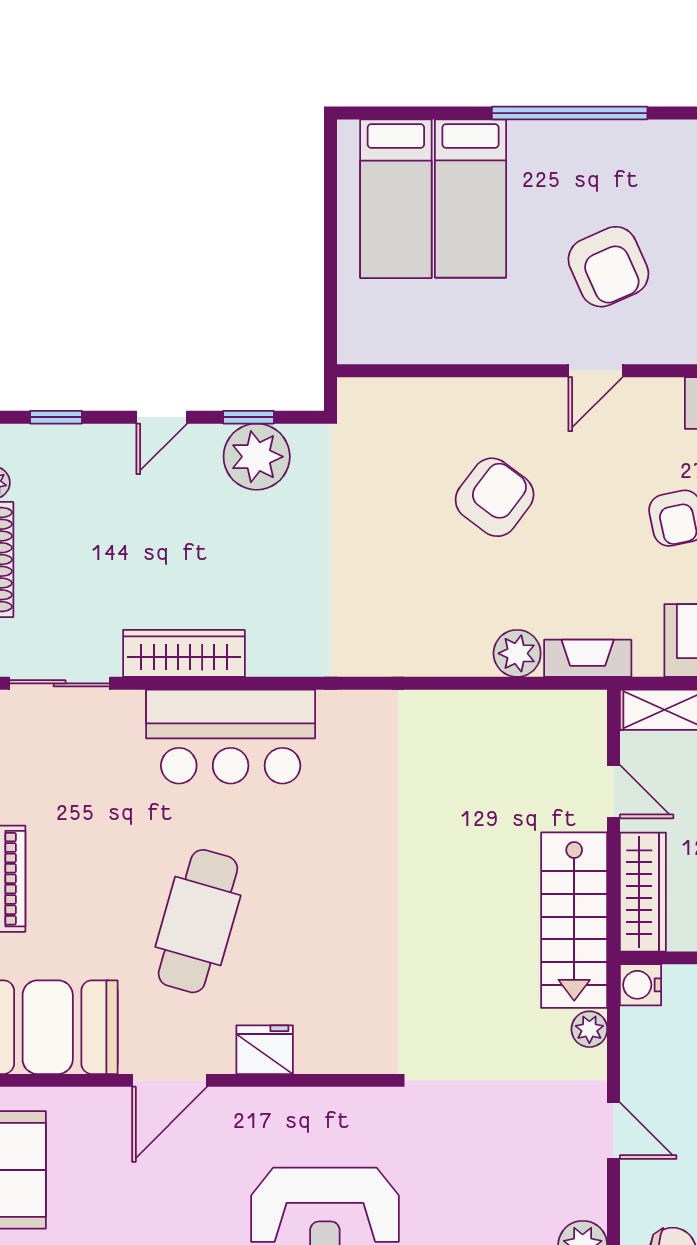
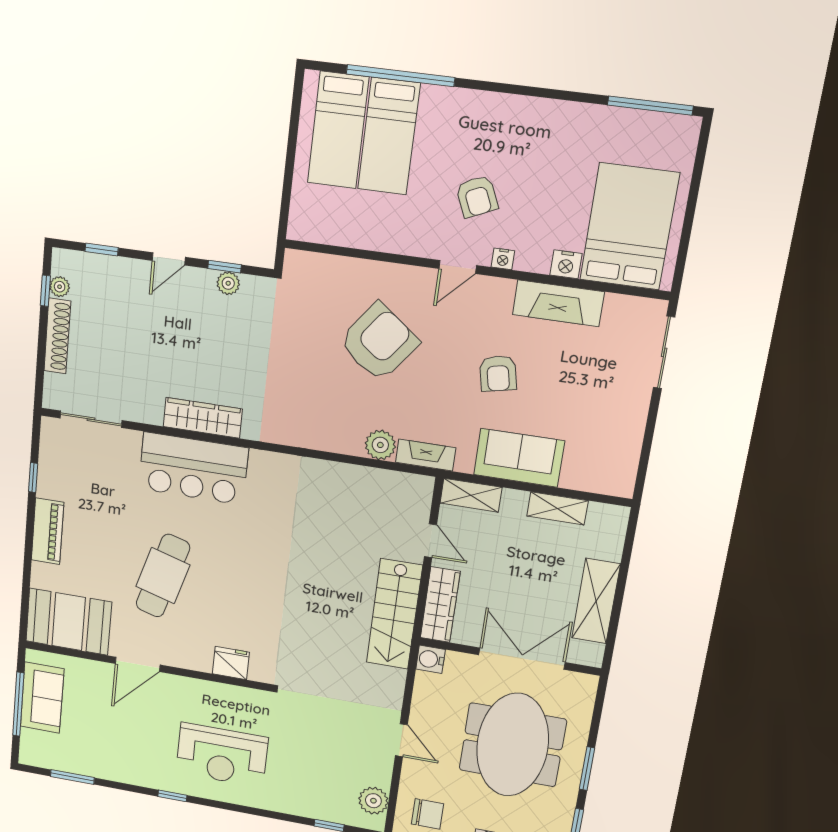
window: (570, 113) -> (400, 76), moved
armchair: (608, 267) -> (477, 196), width x0.72, depth x0.72
nightstand: (659, 350) -> (503, 259), added
plant: (257, 457) -> (228, 283), width x0.53, depth x0.53
armchair: (495, 497) -> (379, 342), width x1.36, depth x1.36
wardrobe: (184, 653) -> (203, 418), moved
plant: (589, 1029) -> (395, 680), removed
fridge: (265, 1050) -> (231, 663), moved

